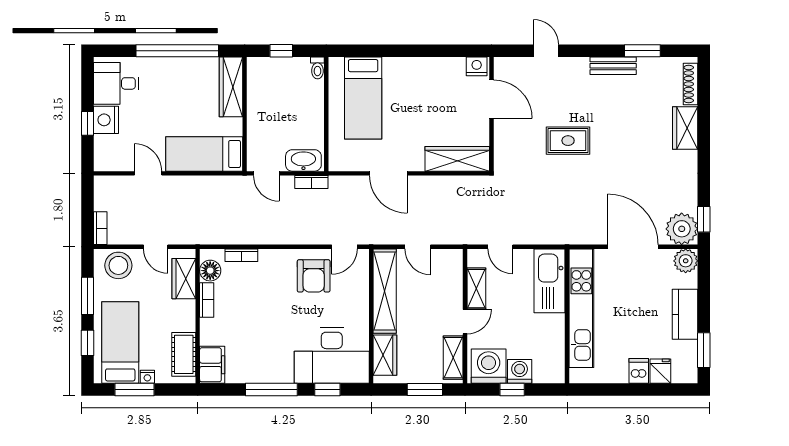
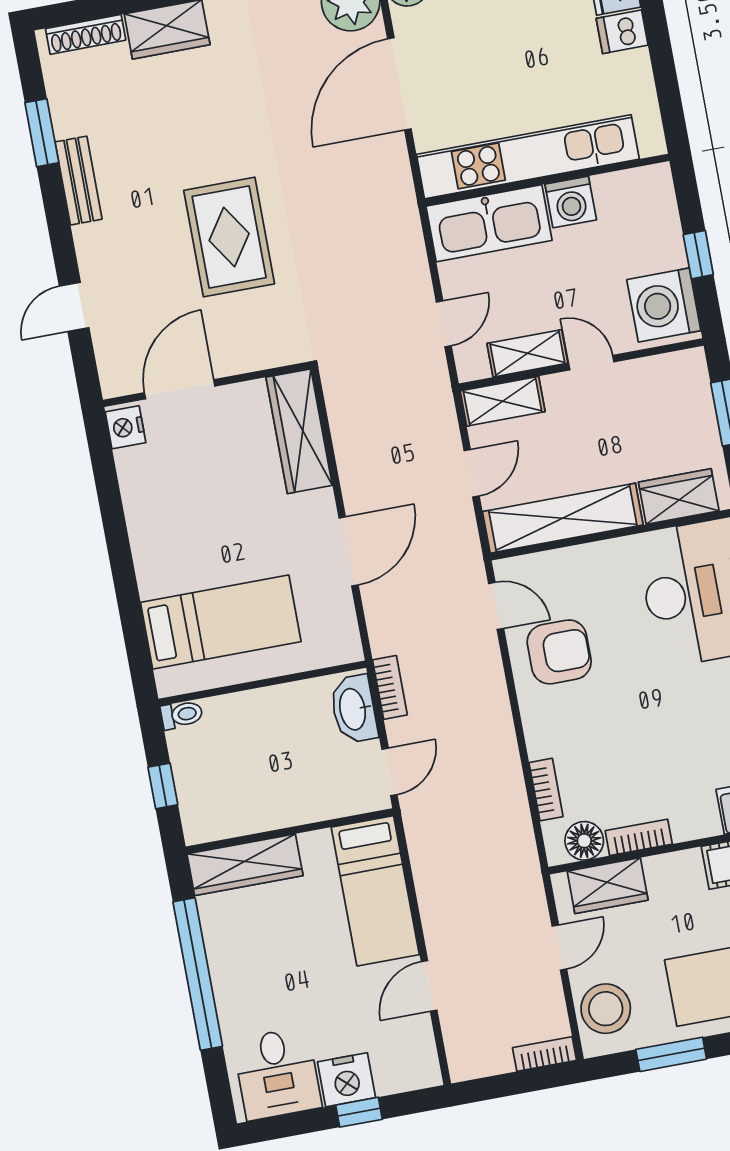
rug: (568, 141) -> (229, 237), width x1.36, depth x1.43
shelving: (453, 358) -> (503, 401), moved
washing machine: (520, 371) -> (571, 202), moved, turned -90

